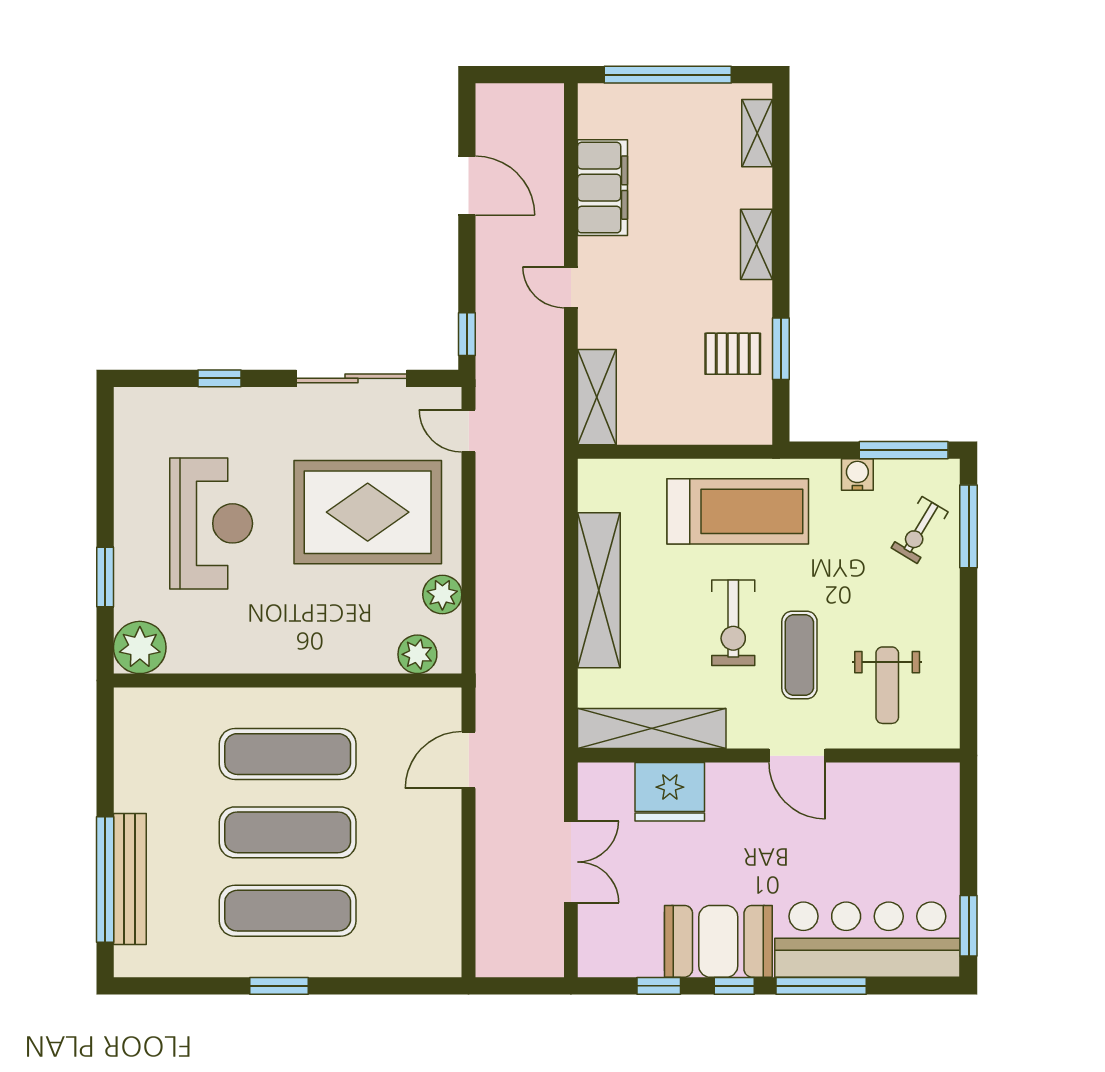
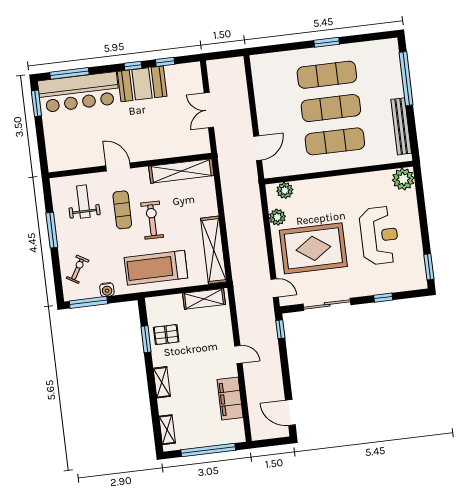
door: (467, 185) -> (290, 412), moved
shelving: (597, 397) -> (204, 299), moved, turned 90
reception desk: (211, 523) -> (379, 236), turned 180
window: (969, 526) -> (52, 230), moved
window: (105, 577) -> (429, 267), moved
shelving: (599, 590) -> (214, 250), moved
fridge: (670, 792) -> (170, 145), removed
bench: (130, 879) -> (401, 126), moved
window: (821, 986) -> (69, 73), moved

